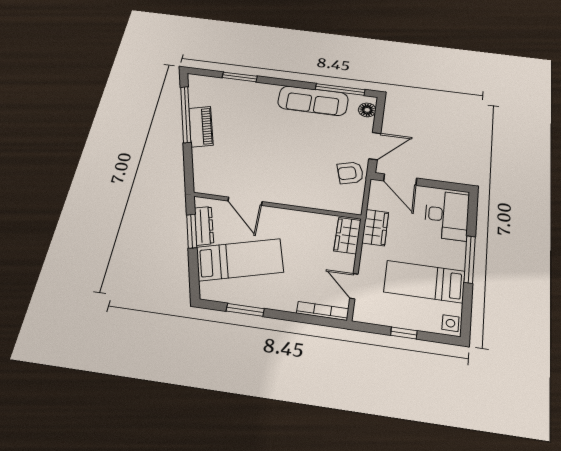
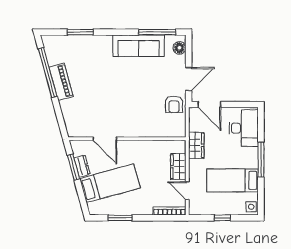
armchair: (350, 173) -> (174, 104), turned -74
dresser: (204, 226) -> (82, 166), width x0.70
wardrobe: (347, 236) -> (178, 167), moved

